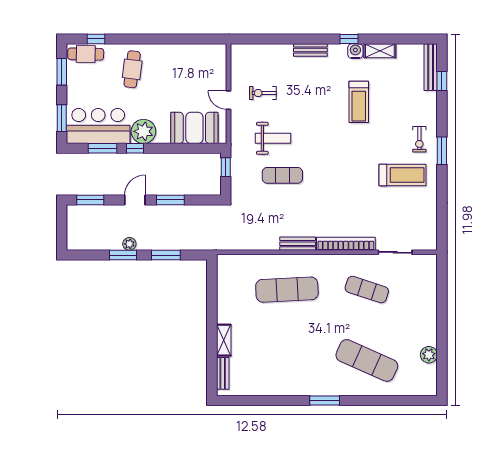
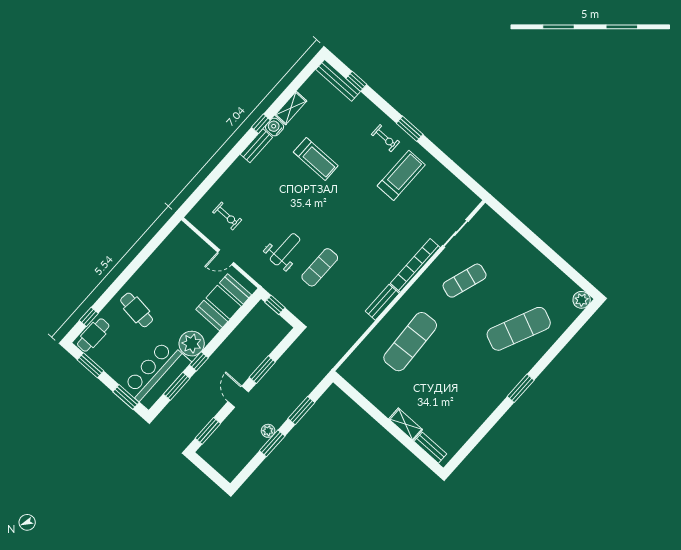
bench: (310, 50) -> (256, 146), moved
exercise bike: (263, 93) -> (227, 216), moved, turned -90
plant: (429, 355) -> (582, 300), moved

